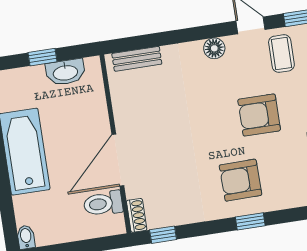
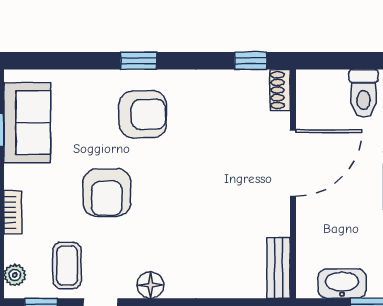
bench: (137, 59) -> (279, 268), moved, turned 90
armchair: (259, 115) -> (107, 193), turned 90
toilet: (103, 204) -> (364, 93), moved, turned 90

